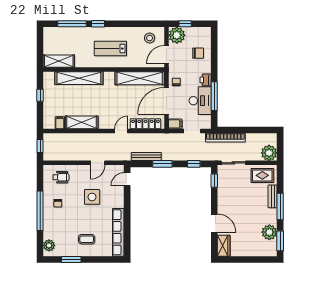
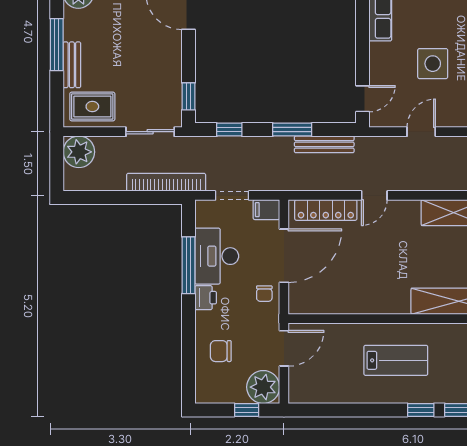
stool: (150, 38) -> (318, 381), removed
shelving: (140, 78) -> (337, 301), removed

